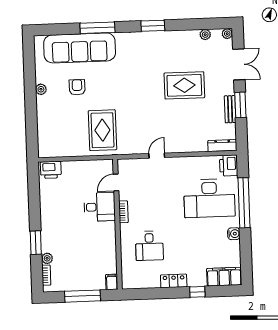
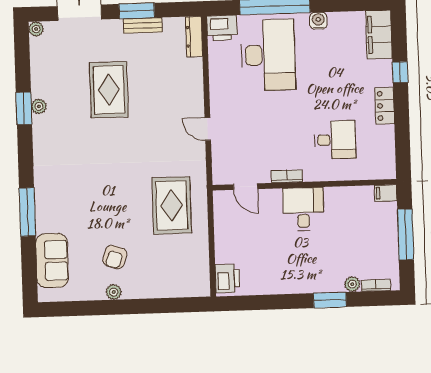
window: (153, 26) -> (24, 108), moved
plant: (205, 35) -> (39, 106), moved
sofa: (80, 48) -> (52, 261), width x0.54, depth x0.79
armchair: (77, 87) -> (115, 257), moved, turned -71
rug: (102, 130) -> (172, 205), turned 90
desk: (100, 207) -> (303, 209), moved

